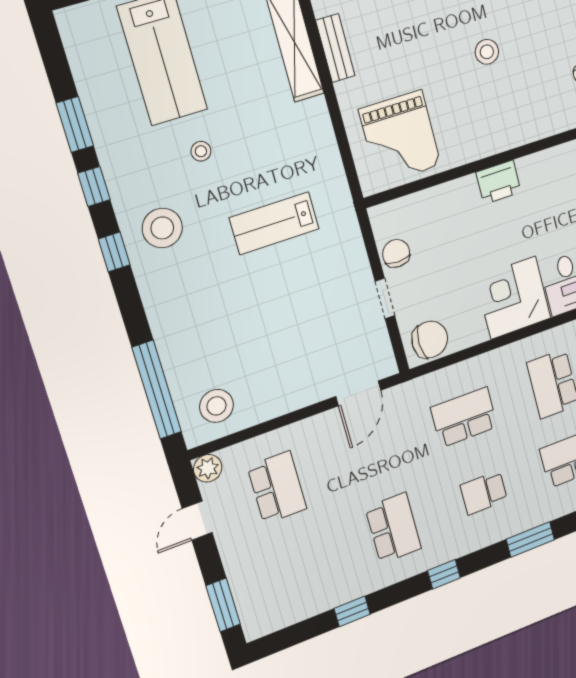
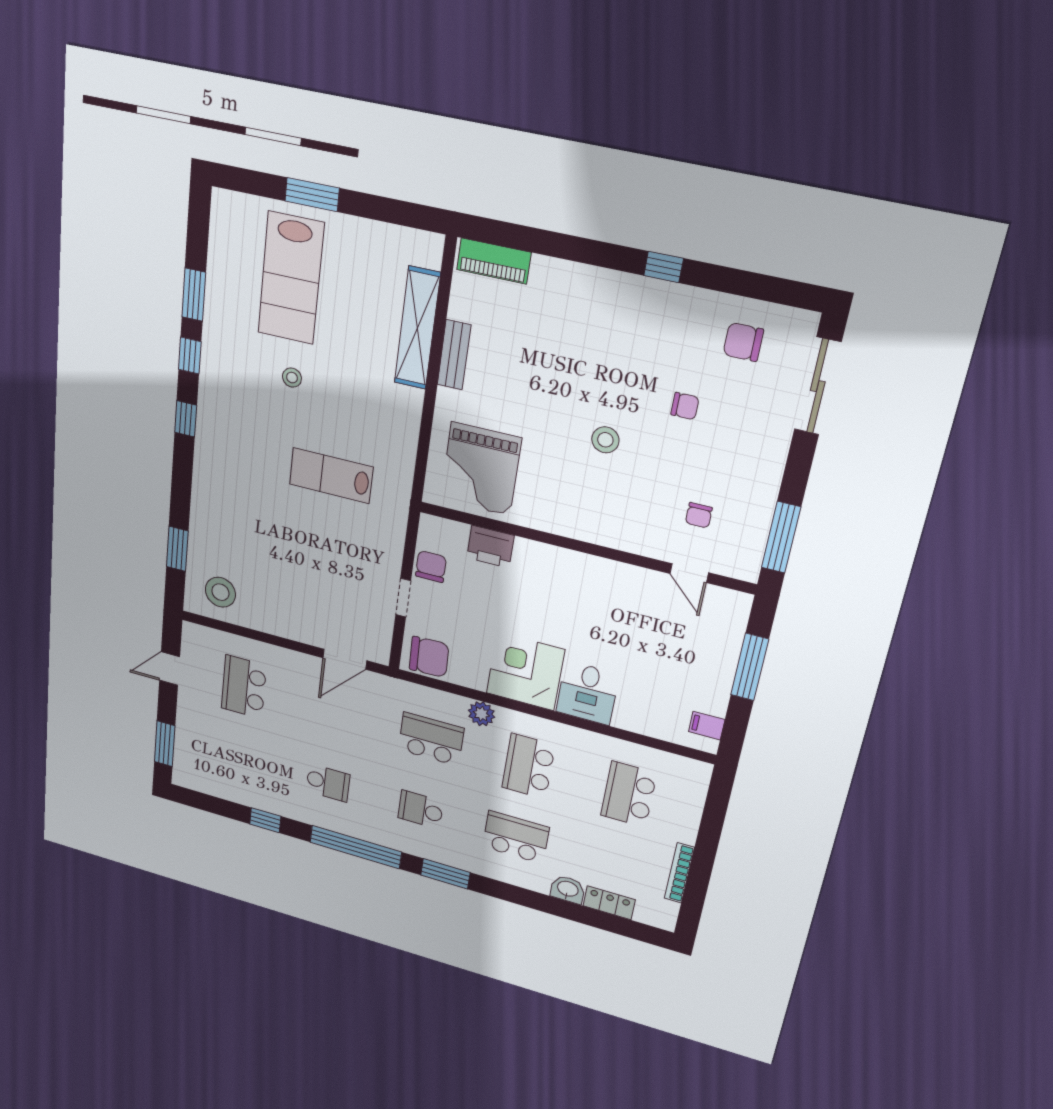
printer: (499, 182) -> (490, 547), moved
stool: (162, 228) -> (233, 423), removed
window: (157, 390) -> (177, 549), width x0.47
plant: (208, 468) -> (481, 714), moved
school desk: (277, 488) -> (244, 687), turned 180
school desk: (393, 528) -> (328, 783), width x0.54
window: (444, 574) -> (356, 847), width x3.17

